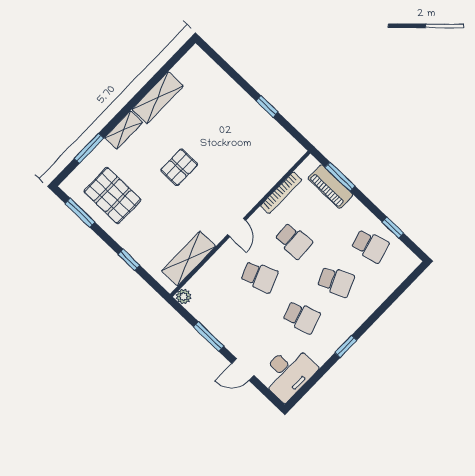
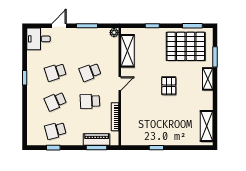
shelving: (158, 98) -> (207, 126), moved
pallet: (112, 196) -> (186, 46), width x1.37, depth x1.41
door: (237, 227) -> (120, 84), swing flipped
desk: (288, 373) -> (38, 39), width x0.73

